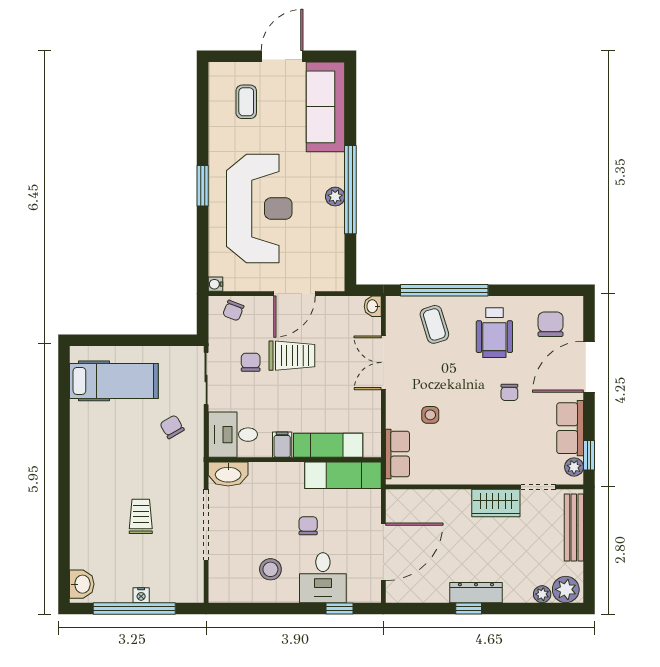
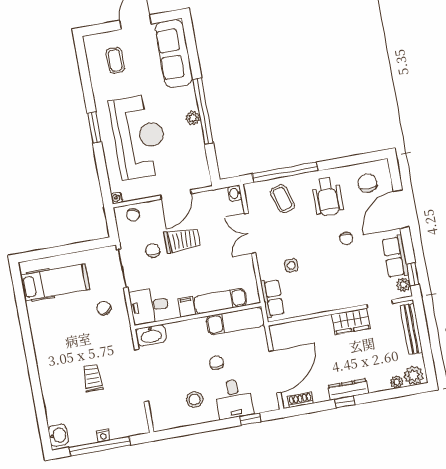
shoe rack: (410, 595) -> (300, 400), added

